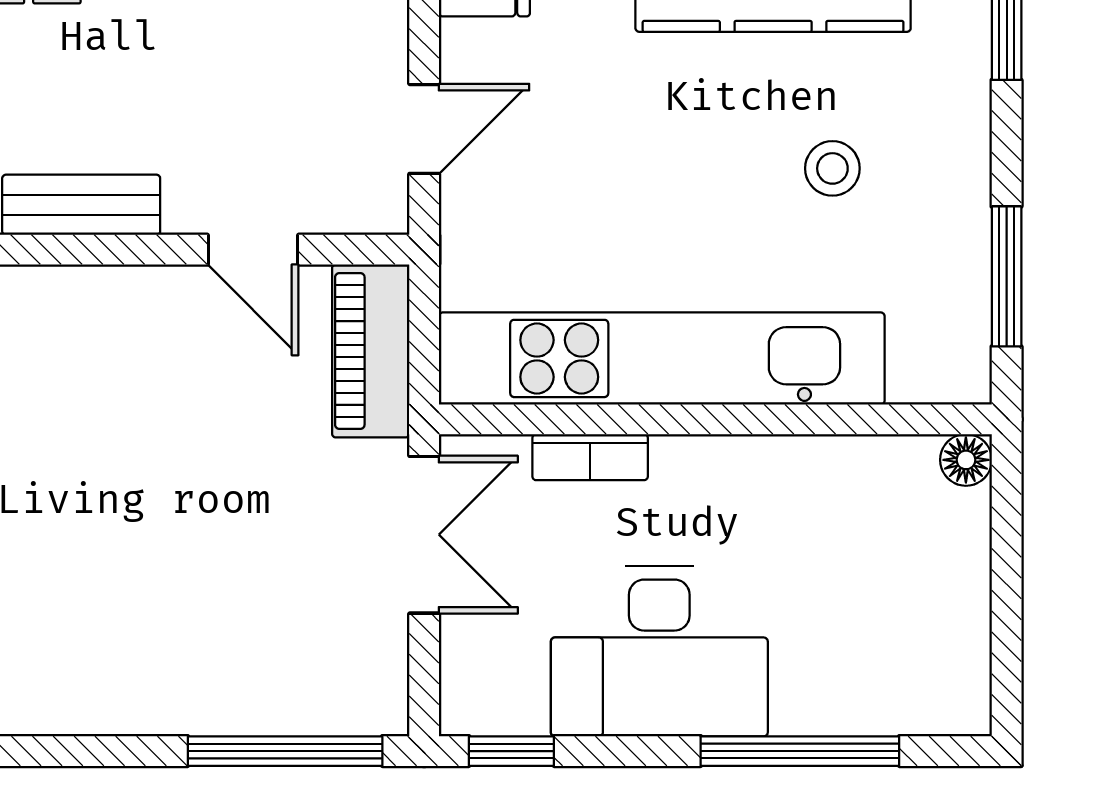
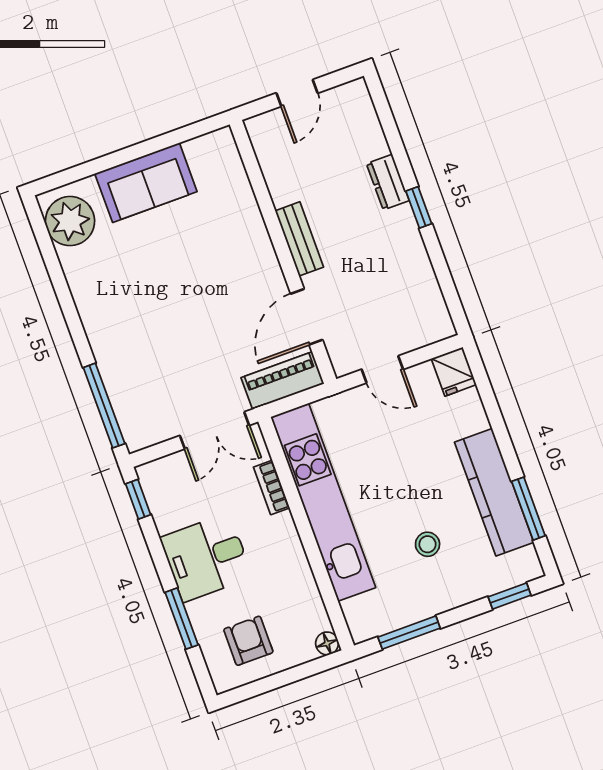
door: (253, 250) -> (307, 317), width x1.37
armchair: (899, 626) -> (248, 641), added
desk: (659, 651) -> (206, 557), width x0.73
window: (800, 751) -> (182, 619), width x0.69

